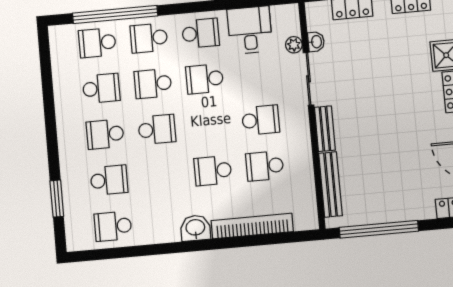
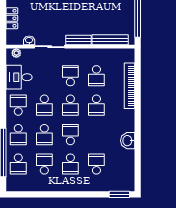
plant: (294, 45) -> (16, 53), moved
window: (57, 199) -> (119, 194), moved
school desk: (113, 226) -> (70, 105), moved
washbasin: (195, 228) -> (128, 141), moved

